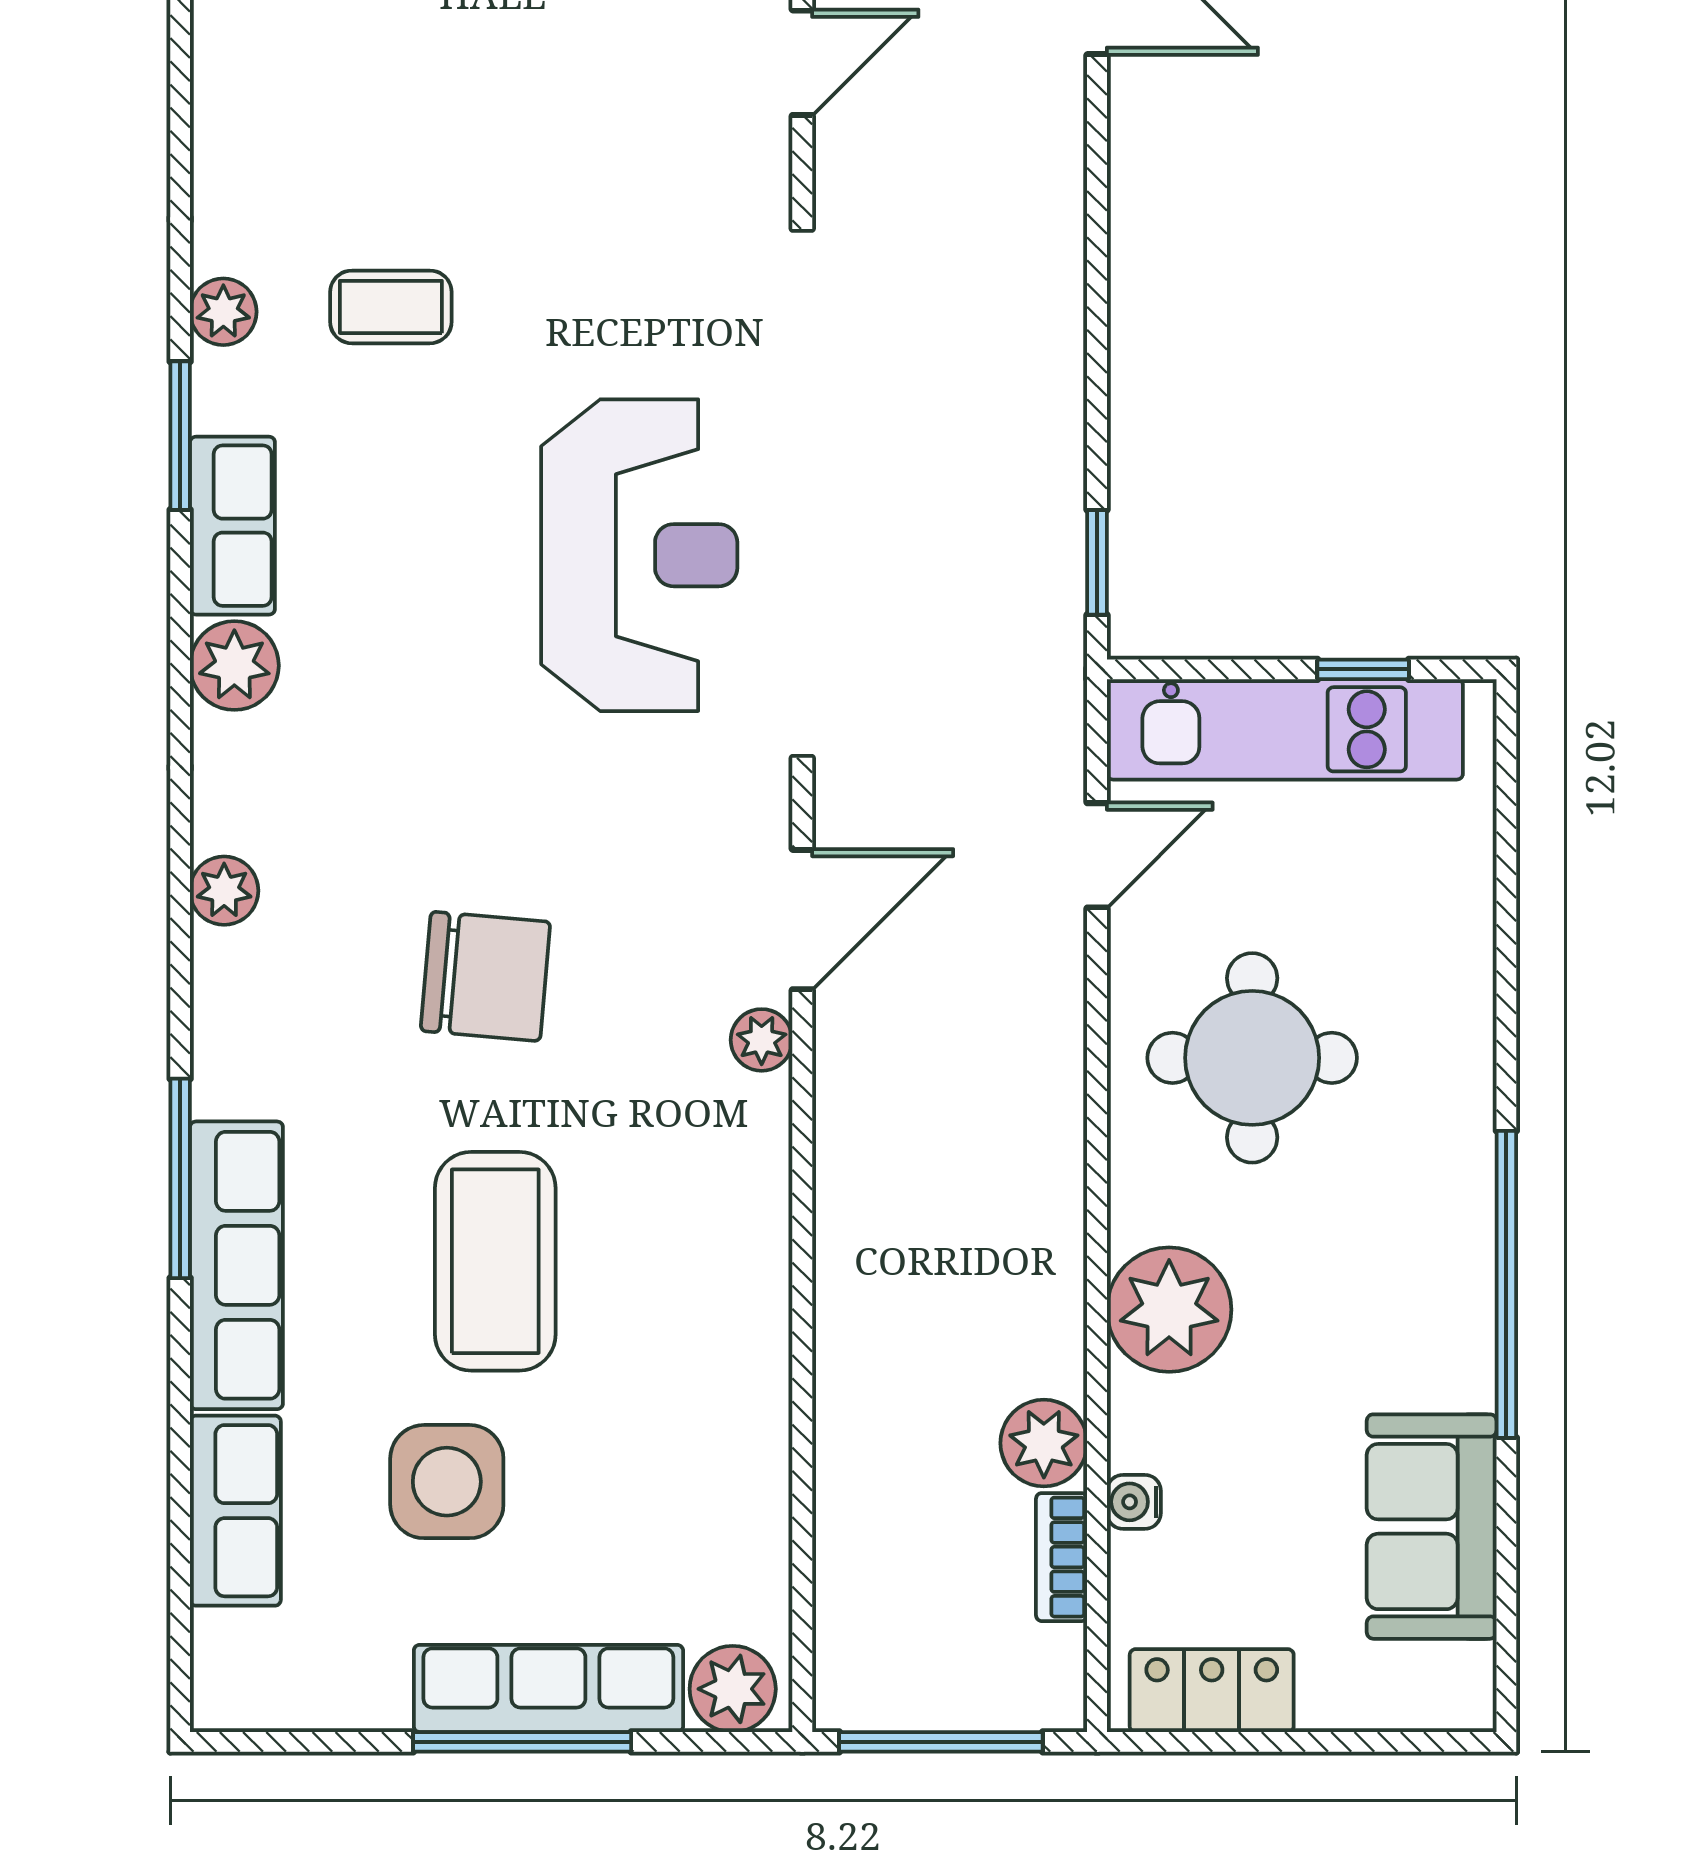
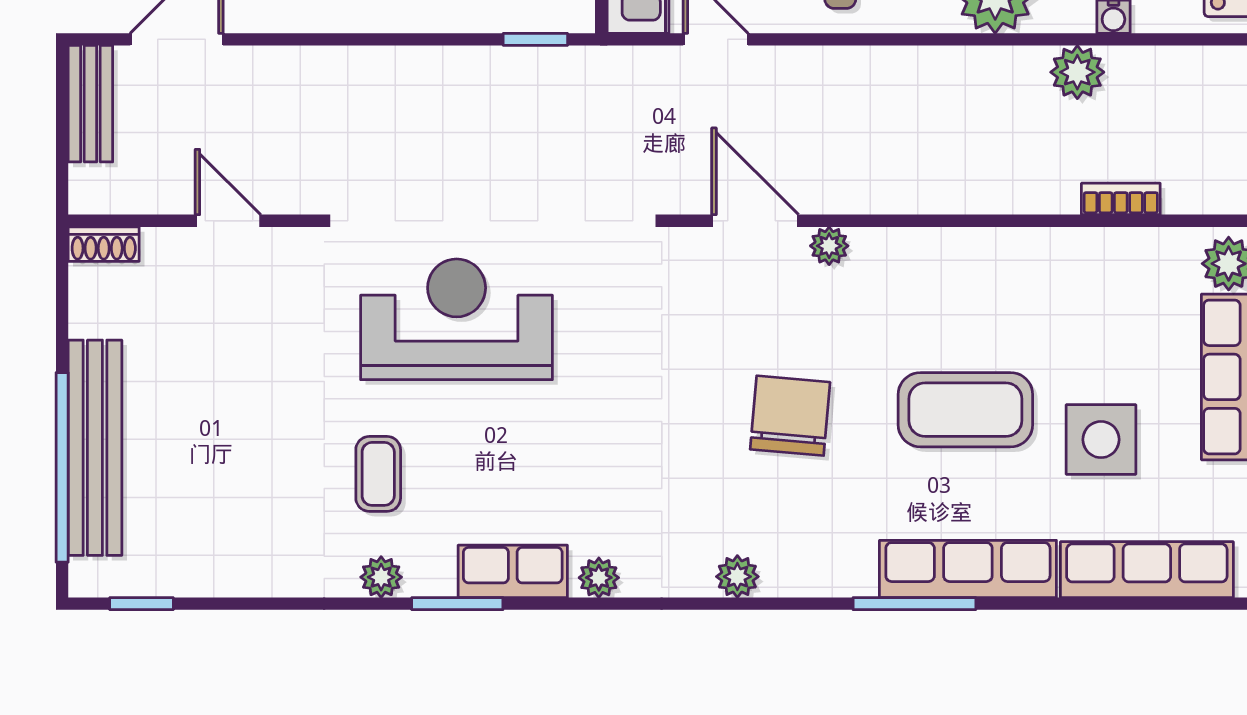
reception desk: (639, 555) -> (457, 319), moved
plant: (234, 666) -> (599, 578), width x0.73, depth x0.73
row of seats: (235, 1511) -> (1147, 570), width x1.48
bookcase: (1062, 1557) -> (1121, 199), moved, turned 180

